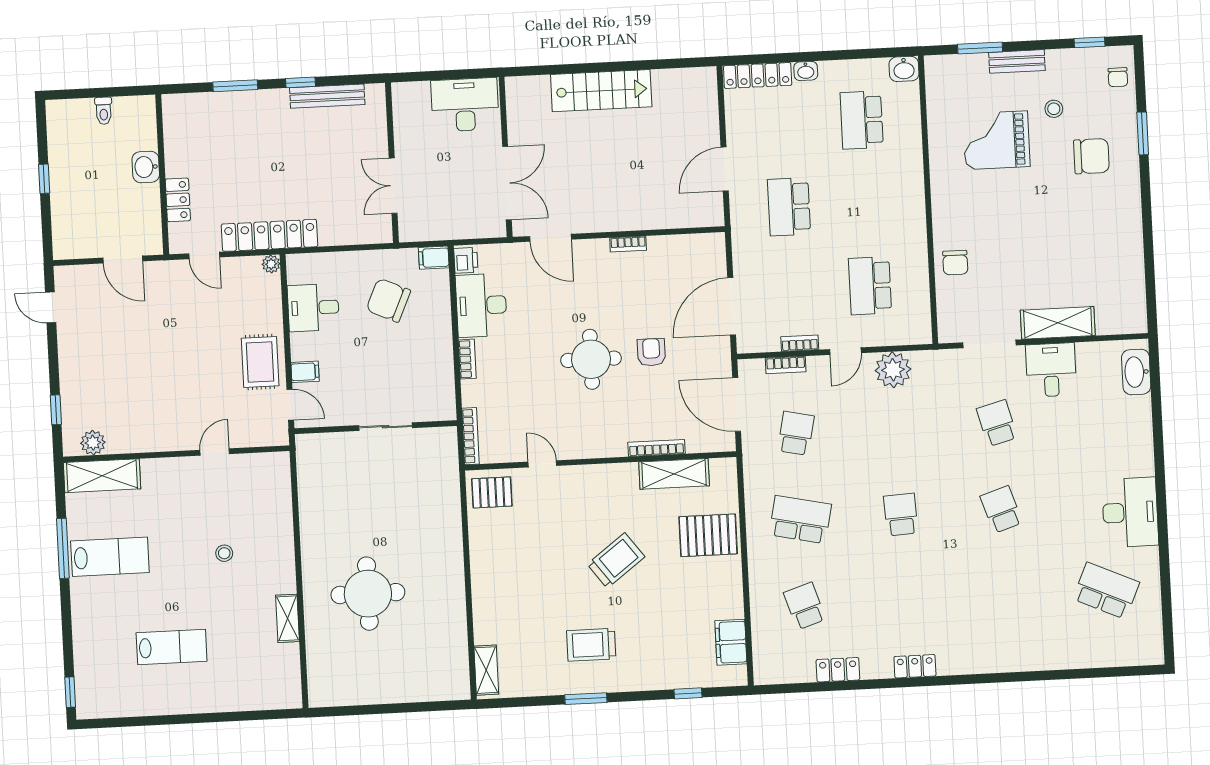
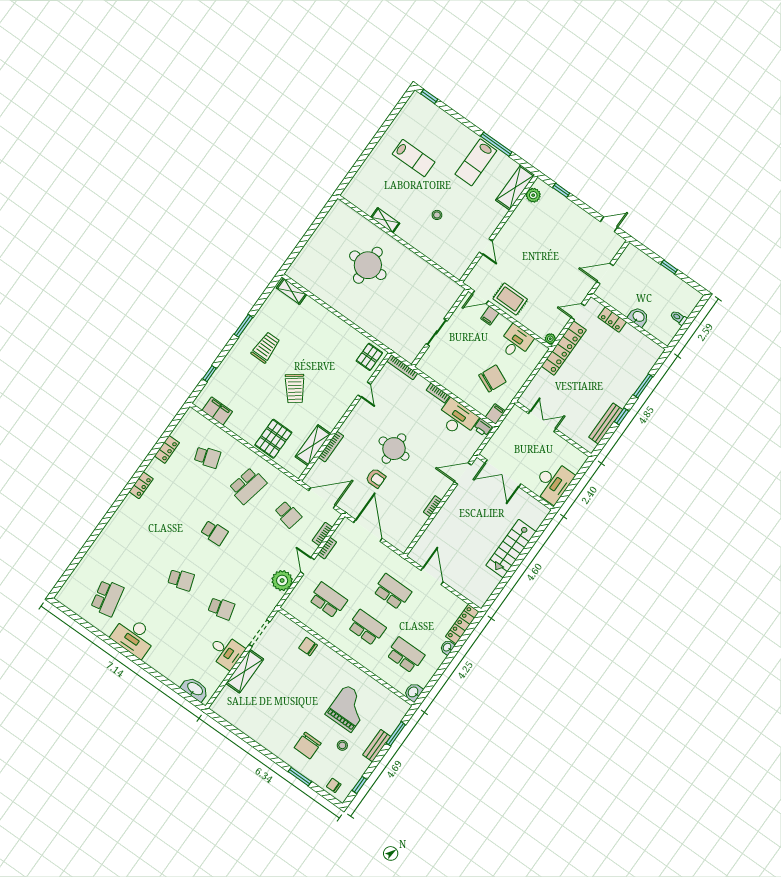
school desk: (866, 203) -> (367, 628), added
door: (542, 464) -> (364, 390), hinge flipped
school desk: (1106, 591) -> (107, 598), turned -36
lab bench: (172, 647) -> (414, 158), turned -90

